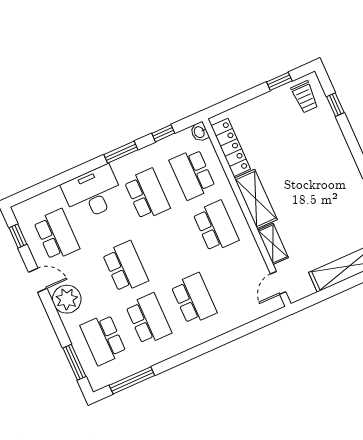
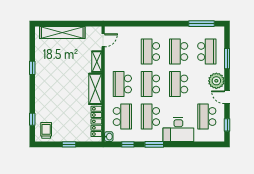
window: (279, 81) -> (69, 144), moved
school desk: (170, 247) -> (150, 84), added
window: (74, 362) -> (227, 59), moved

